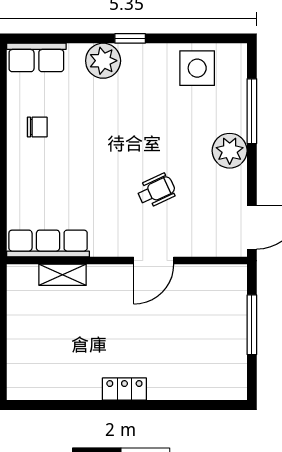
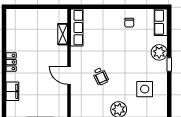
side table: (197, 68) -> (145, 89), moved
filing cabinet: (189, 386) -> (12, 91), added

